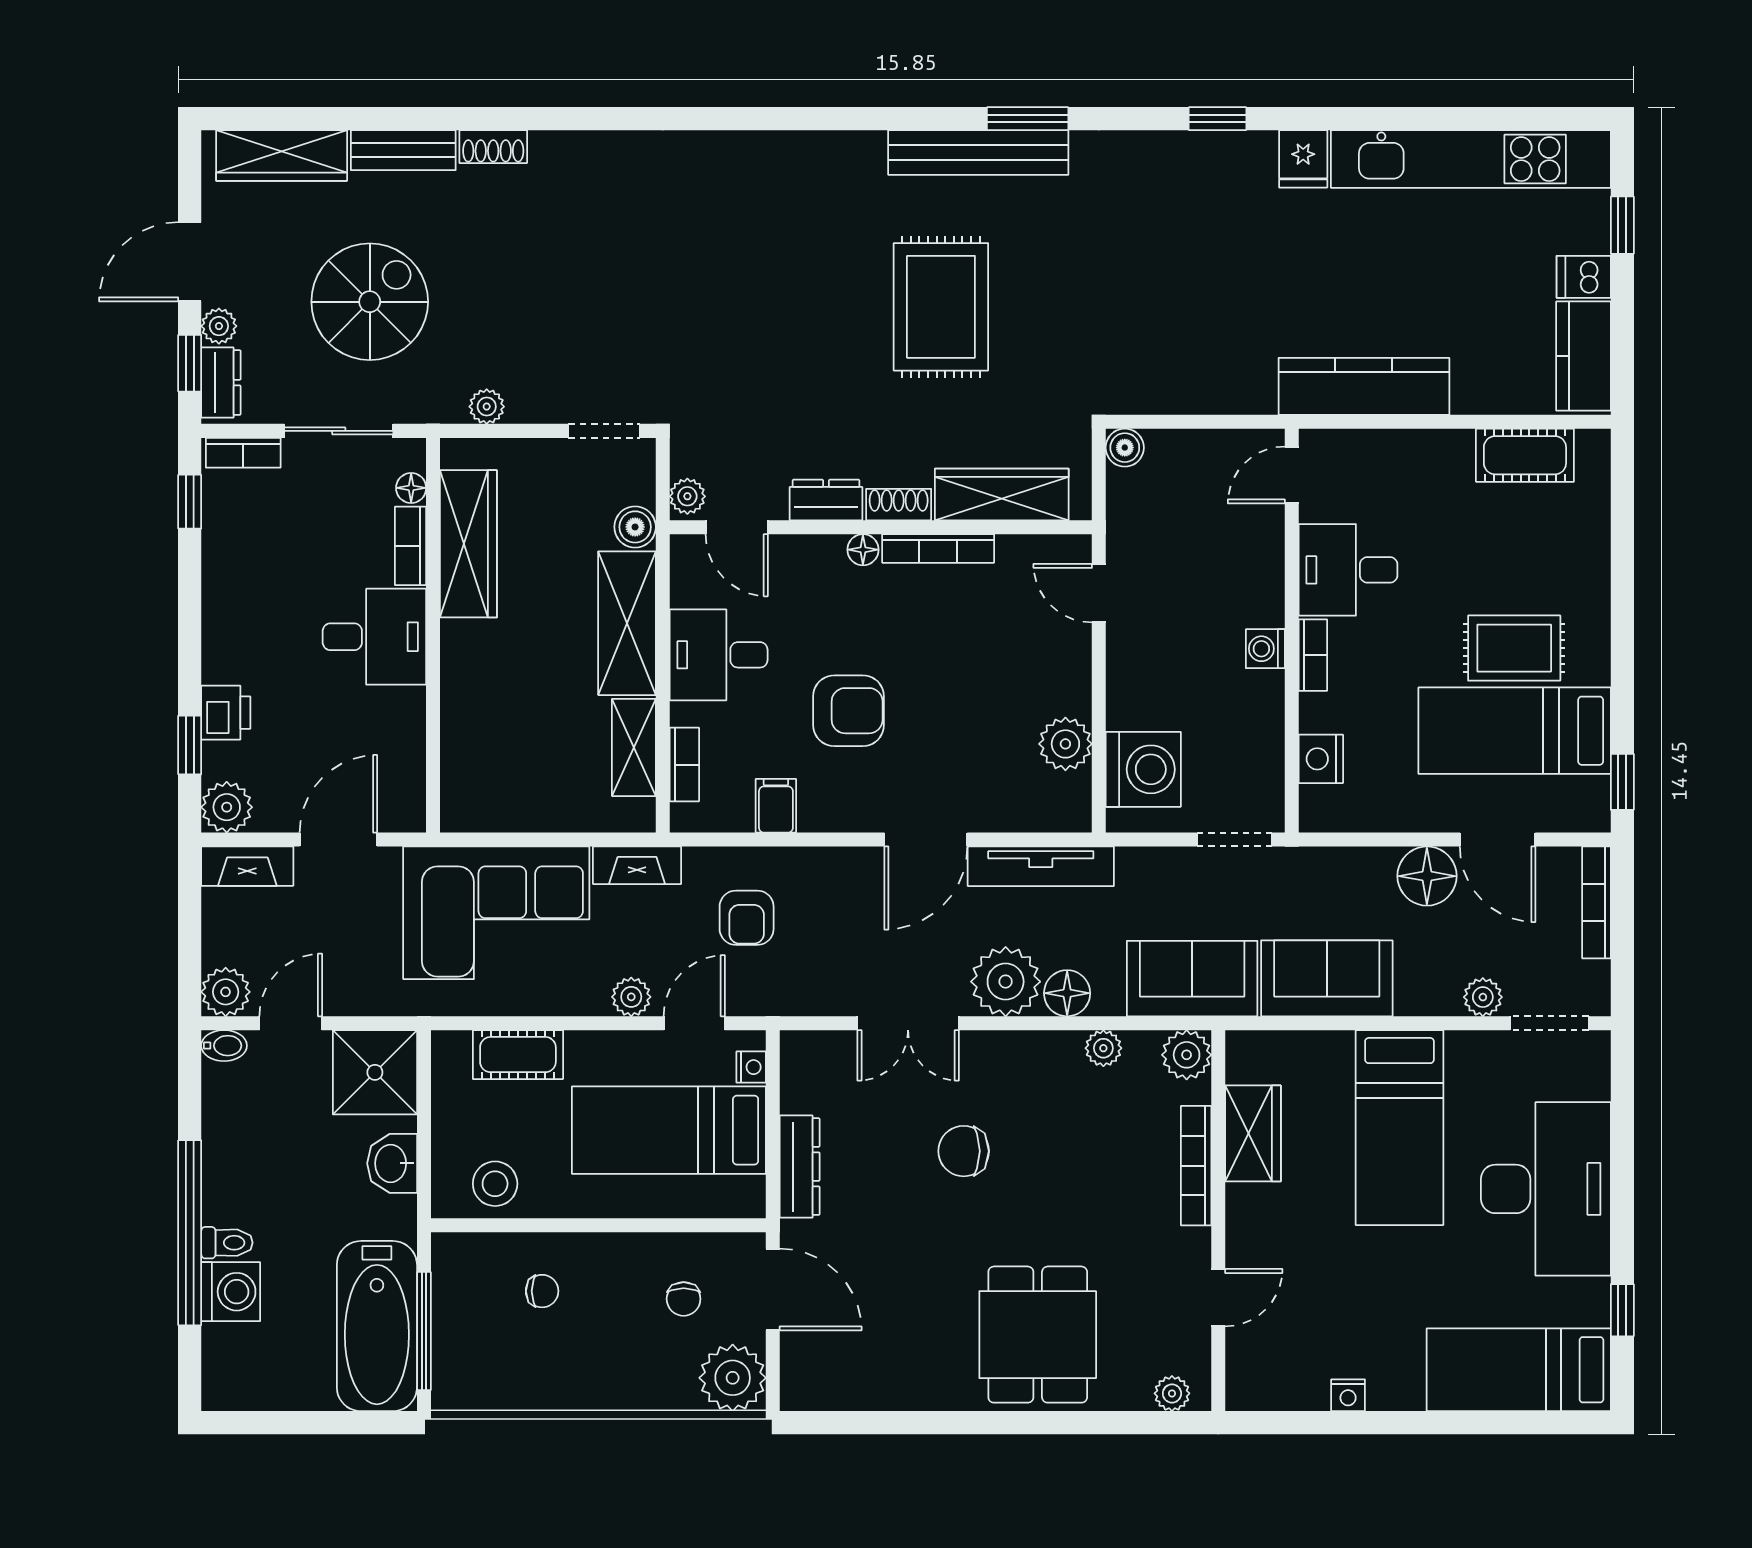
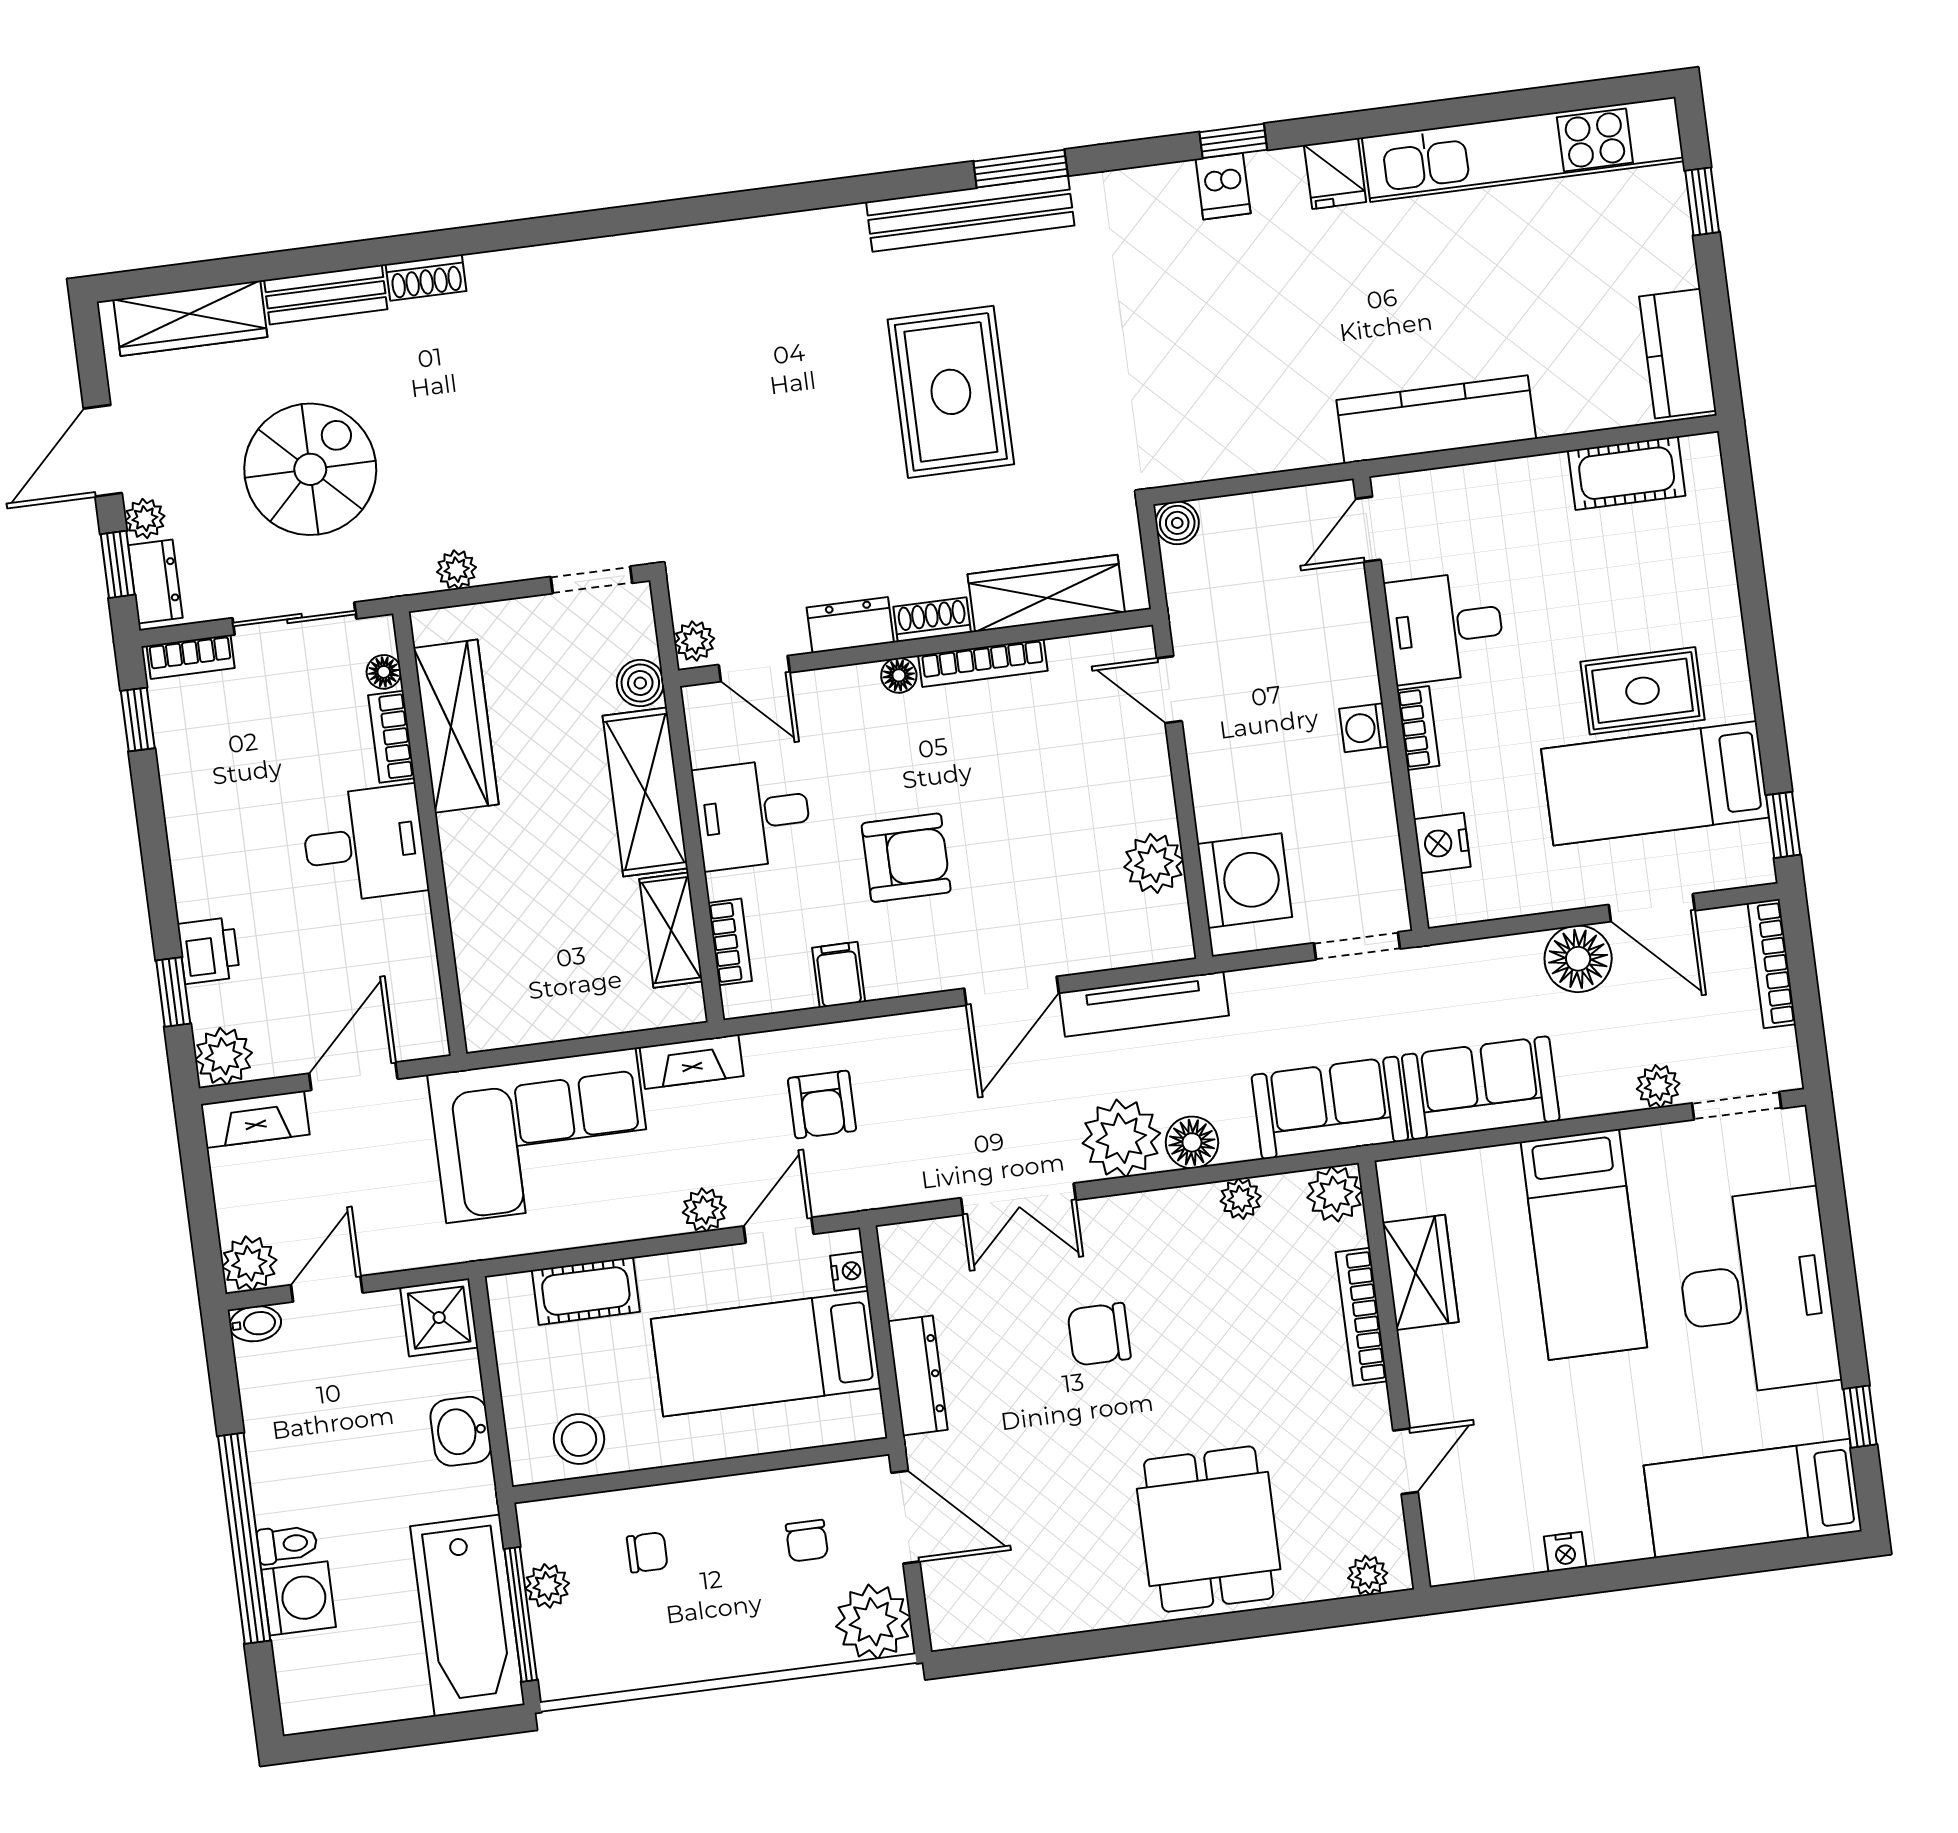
dishwasher: (1584, 277) -> (1223, 186), moved, turned -90
shower: (375, 1072) -> (439, 1318), width x0.73, depth x0.73
plant: (450, 1309) -> (547, 1586), added

